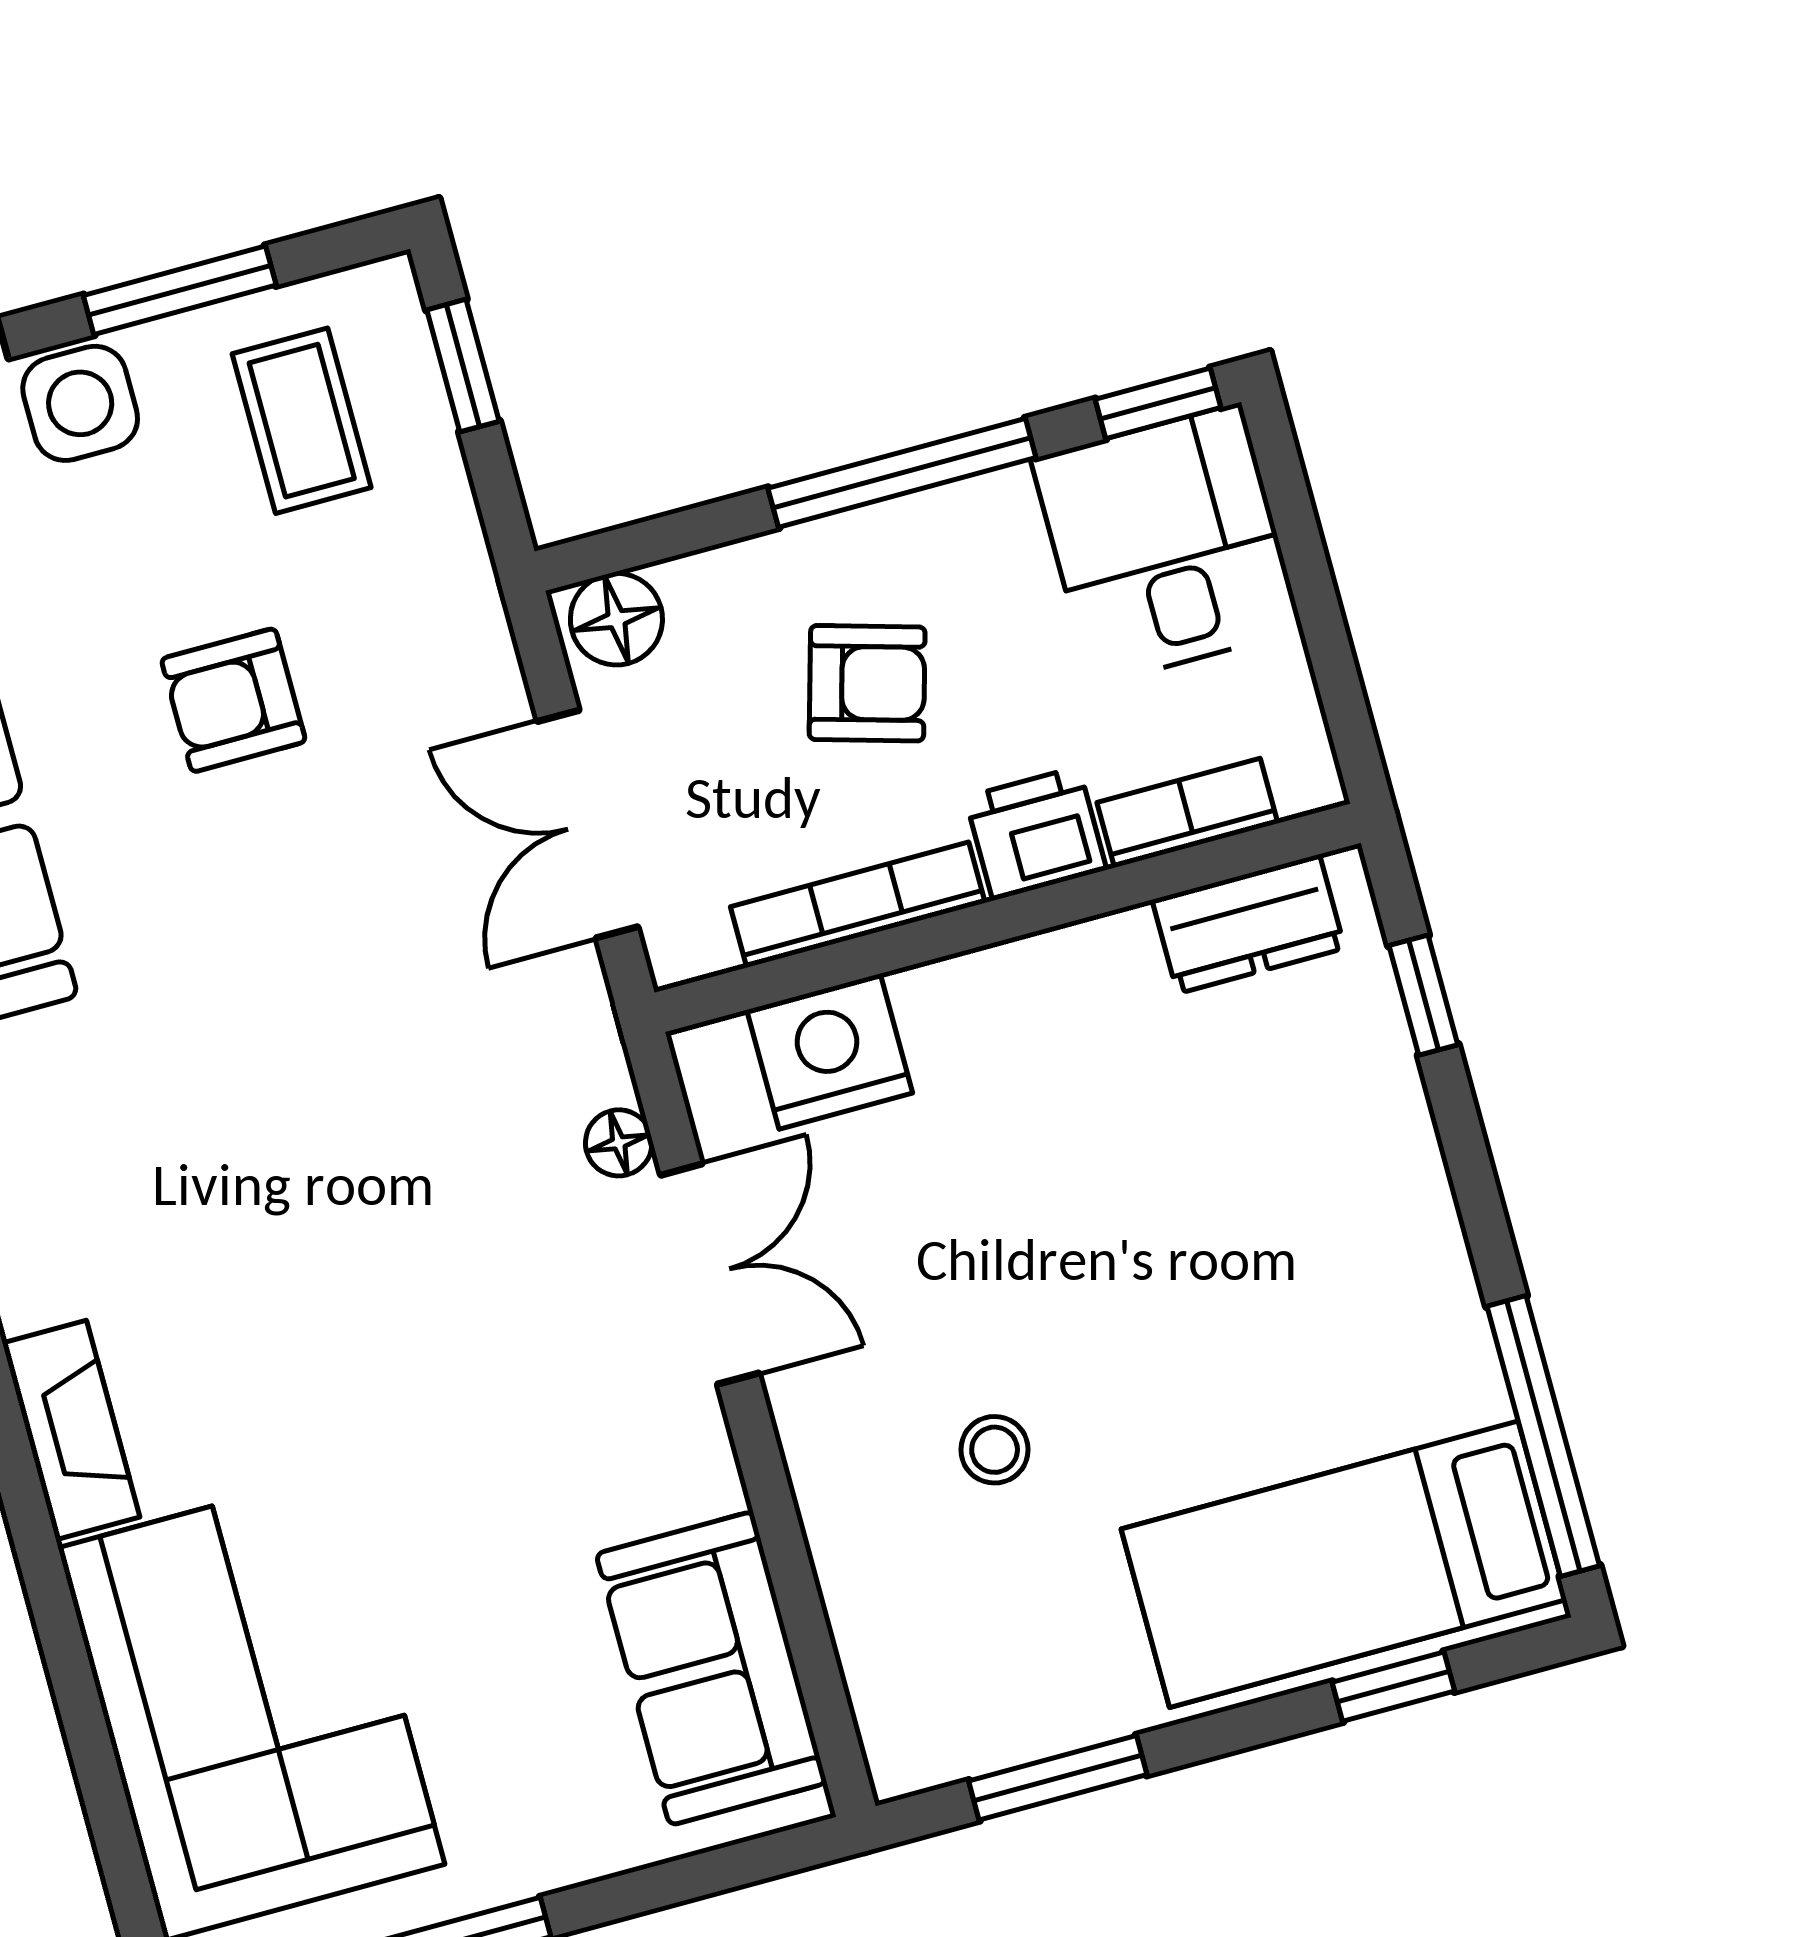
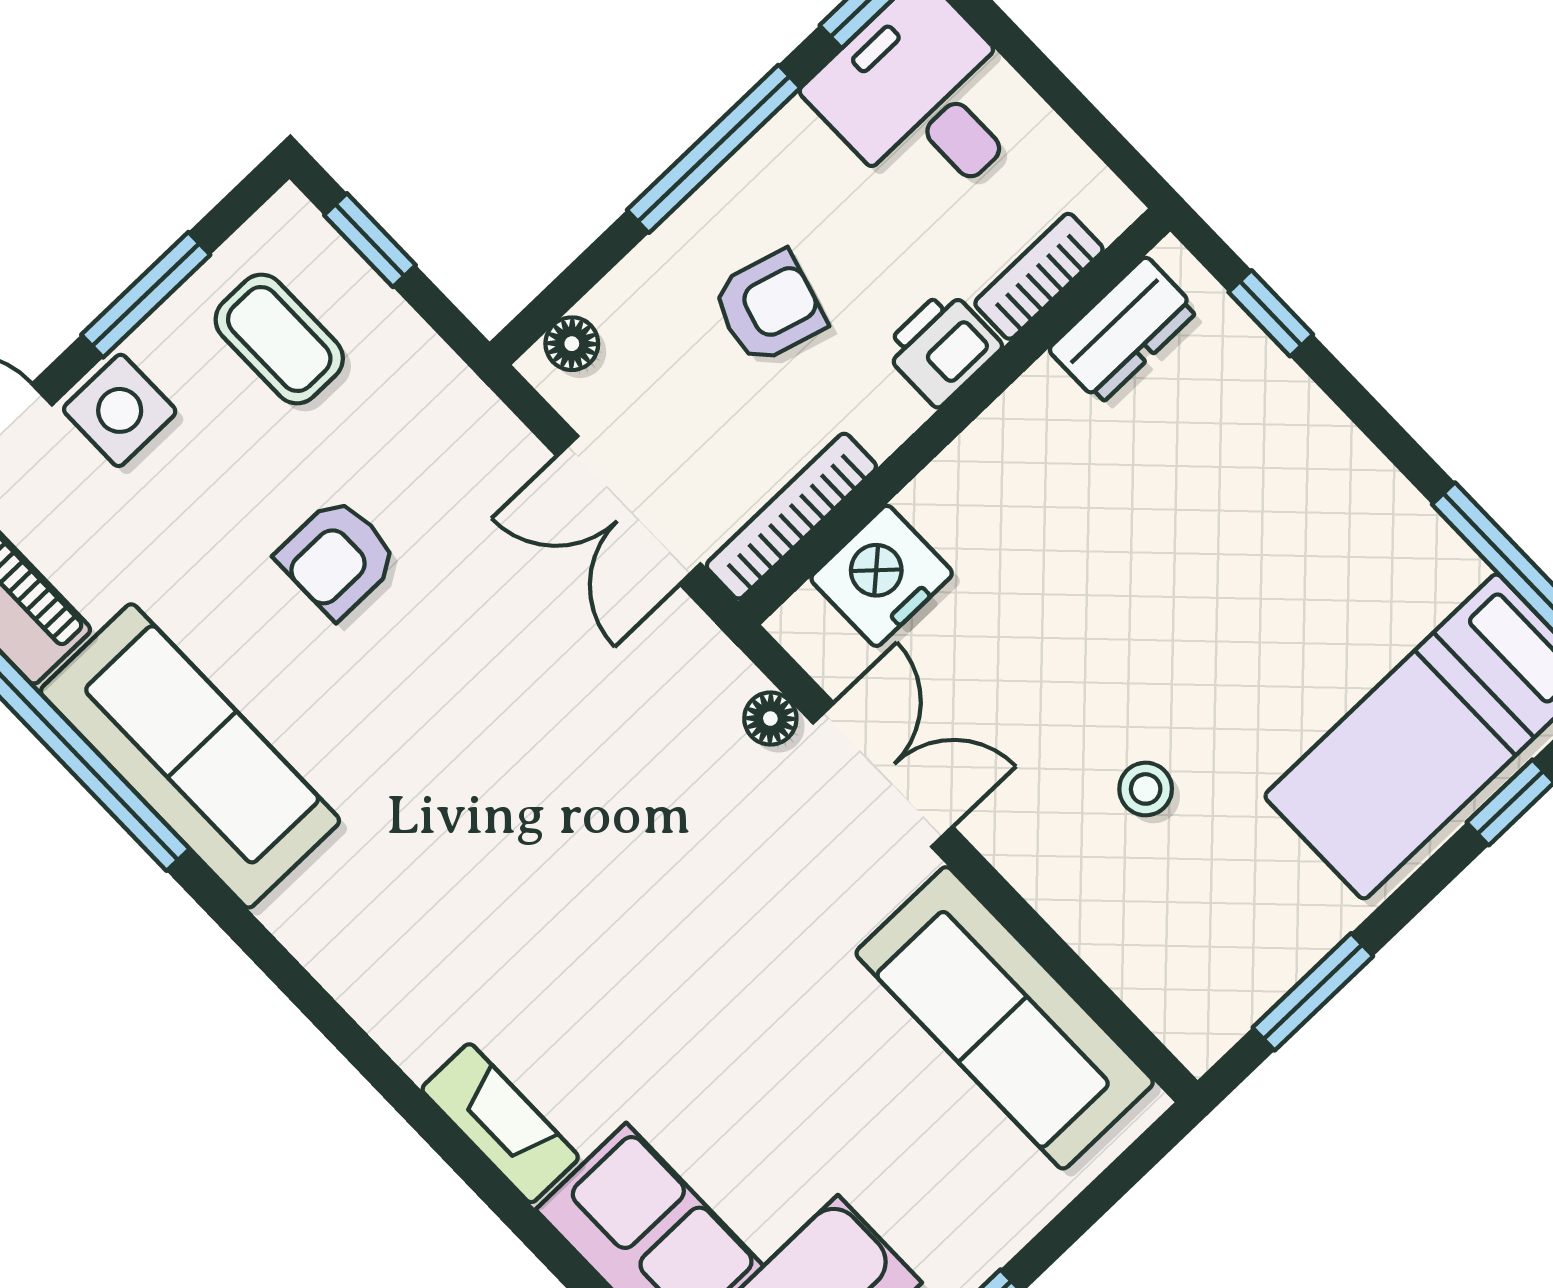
floor lamp: (616, 619) -> (572, 344), width x0.73, depth x0.73
bookcase: (858, 905) -> (791, 516), moved
sofa: (711, 1668) -> (1005, 1018), width x1.36

